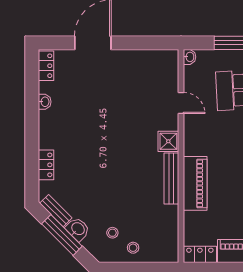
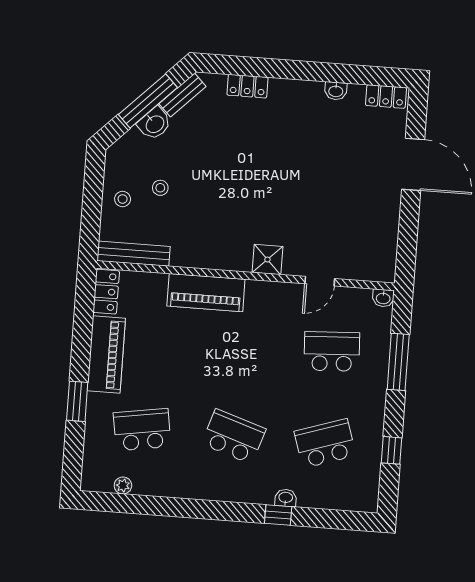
bench: (171, 179) -> (134, 254), moved
stool: (112, 233) -> (160, 188), moved

